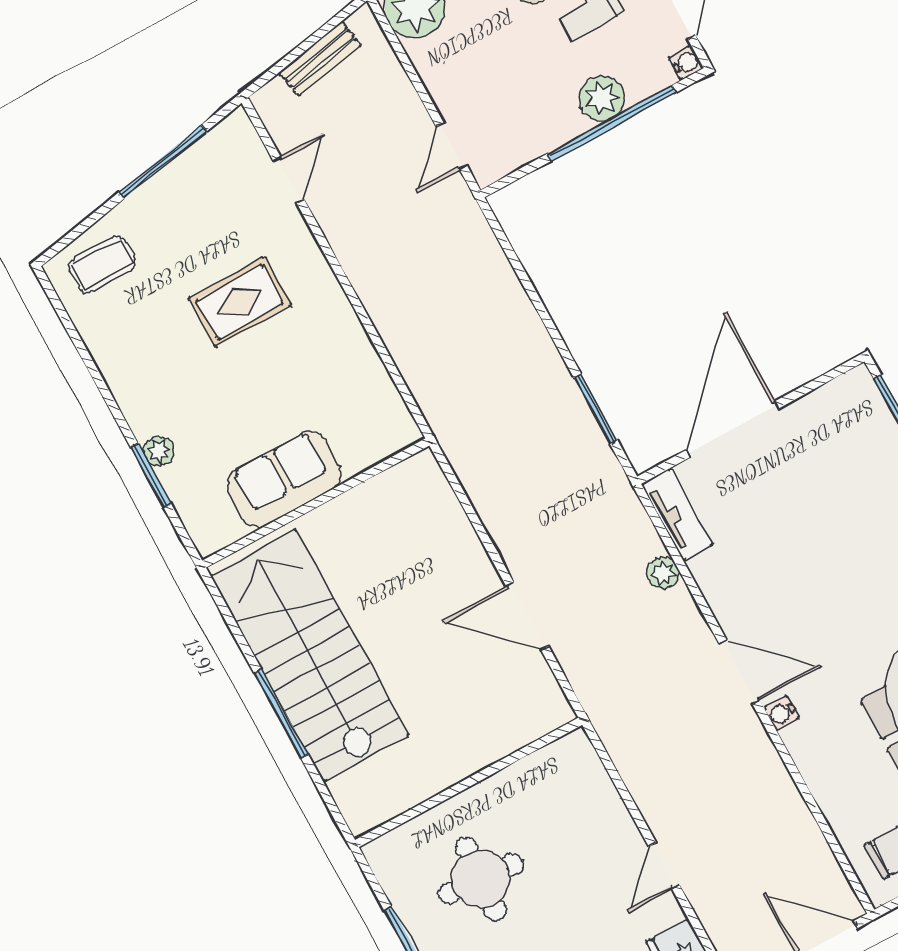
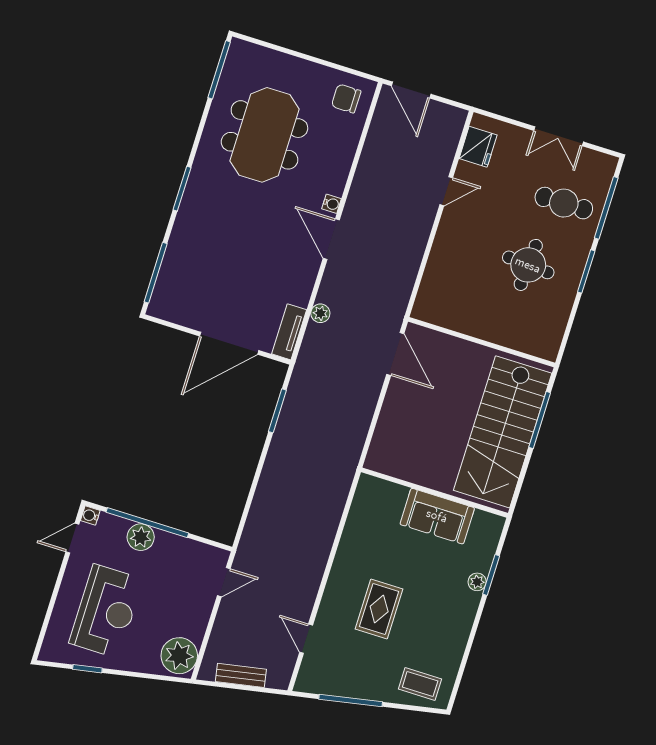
door: (288, 180) -> (306, 639), hinge flipped
rug: (240, 302) -> (379, 609), turned 90
wall: (469, 782) -> (482, 342), moved

